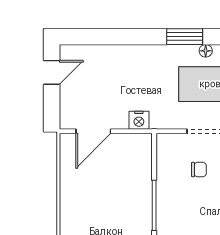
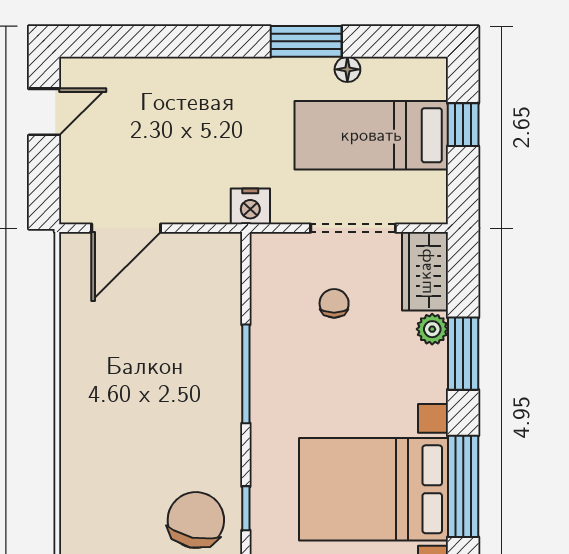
nightstand: (139, 120) -> (250, 206), moved
chair: (199, 170) -> (334, 303), turned -90

